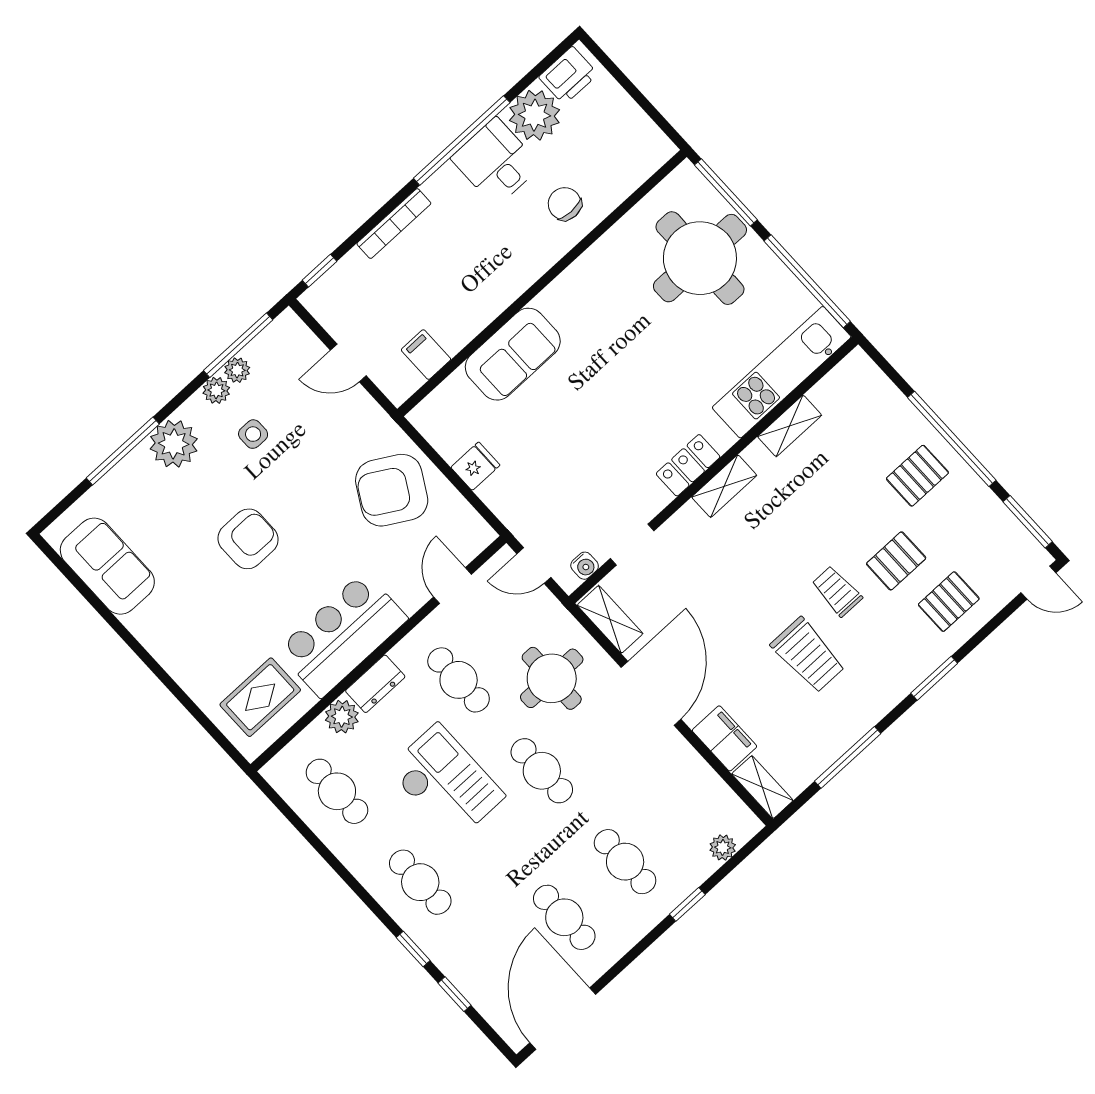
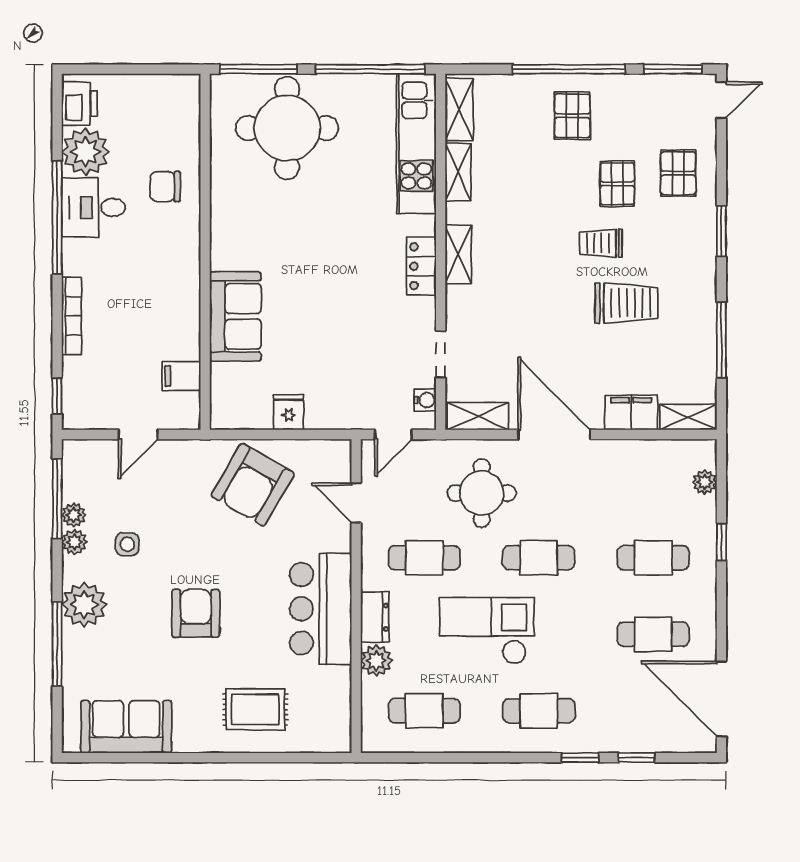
shelving: (840, 381) -> (459, 110), added
rug: (260, 697) -> (255, 709), moved, turned 90

